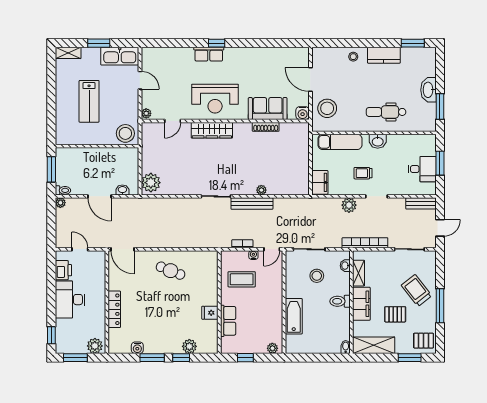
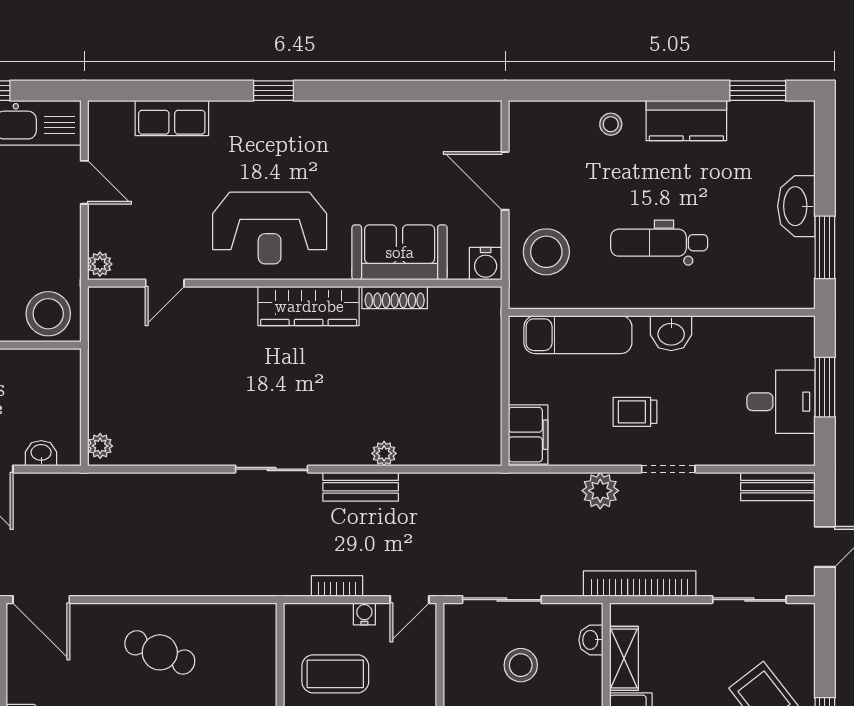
row of seats: (209, 54) -> (172, 118), moved
dental chair: (386, 112) -> (659, 243), moved
wardrobe: (212, 130) -> (309, 306), moved
plant: (151, 183) -> (100, 446), width x0.53, depth x0.53
bench: (252, 204) -> (361, 487), width x0.73

